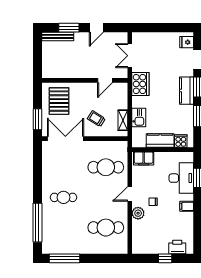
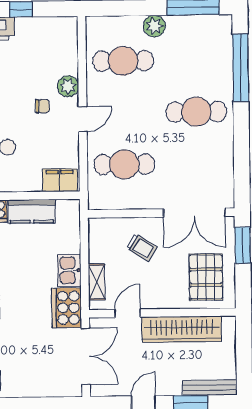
double door: (130, 56) -> (86, 356), width x1.37
wardrobe: (74, 71) -> (181, 329), added
kitchen sink: (139, 118) -> (69, 270), moved
shelving: (123, 120) -> (97, 282), moved
cafe table: (63, 197) -> (196, 112), width x1.37, depth x1.35
plant: (87, 248) -> (154, 26), added

